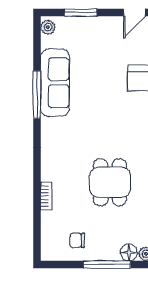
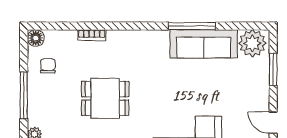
plant: (48, 27) -> (252, 43), width x1.88, depth x1.88
floor lamp: (129, 252) -> (36, 38), moved

